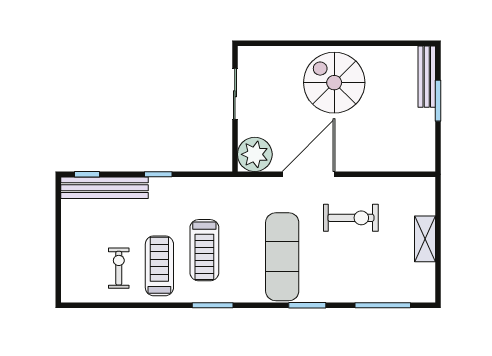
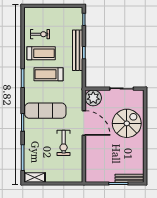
spiral stairs: (334, 83) -> (127, 123), moved
bench: (104, 188) -> (78, 50), moved
shelving: (425, 239) -> (35, 177), moved

